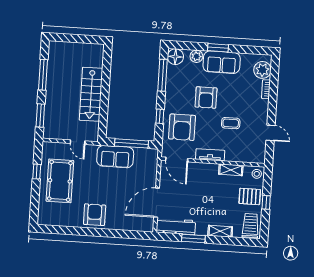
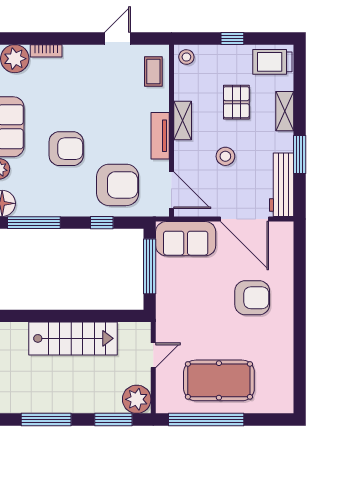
coffee table: (231, 123) -> (153, 71), moved
plant: (52, 130) -> (137, 399), added
sofa: (115, 157) -> (186, 239), moved, turned 90
door: (177, 160) -> (171, 190), hinge flipped
shelving: (231, 170) -> (183, 121), moved
window: (37, 172) -> (206, 419), width x3.17
stool: (195, 194) -> (225, 156), added
pallet: (250, 196) -> (236, 102), moved
armchair: (95, 215) -> (252, 298), moved, turned 180

